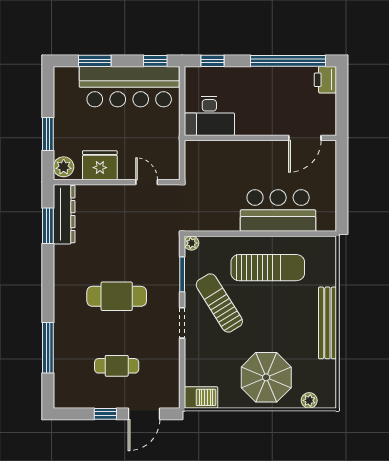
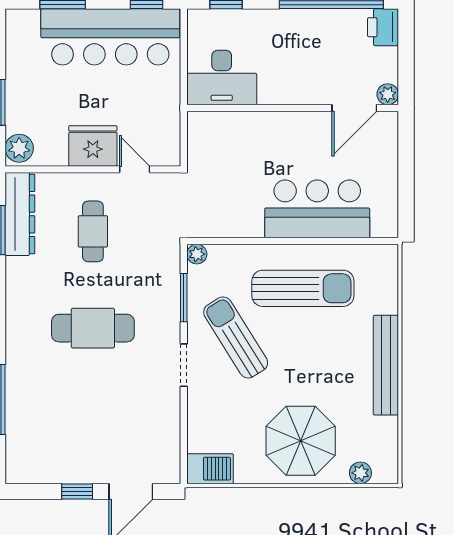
plant: (329, 128) -> (388, 94), added
fridge: (100, 165) -> (93, 146), moved
cafe table: (117, 366) -> (93, 231), moved, turned 90

